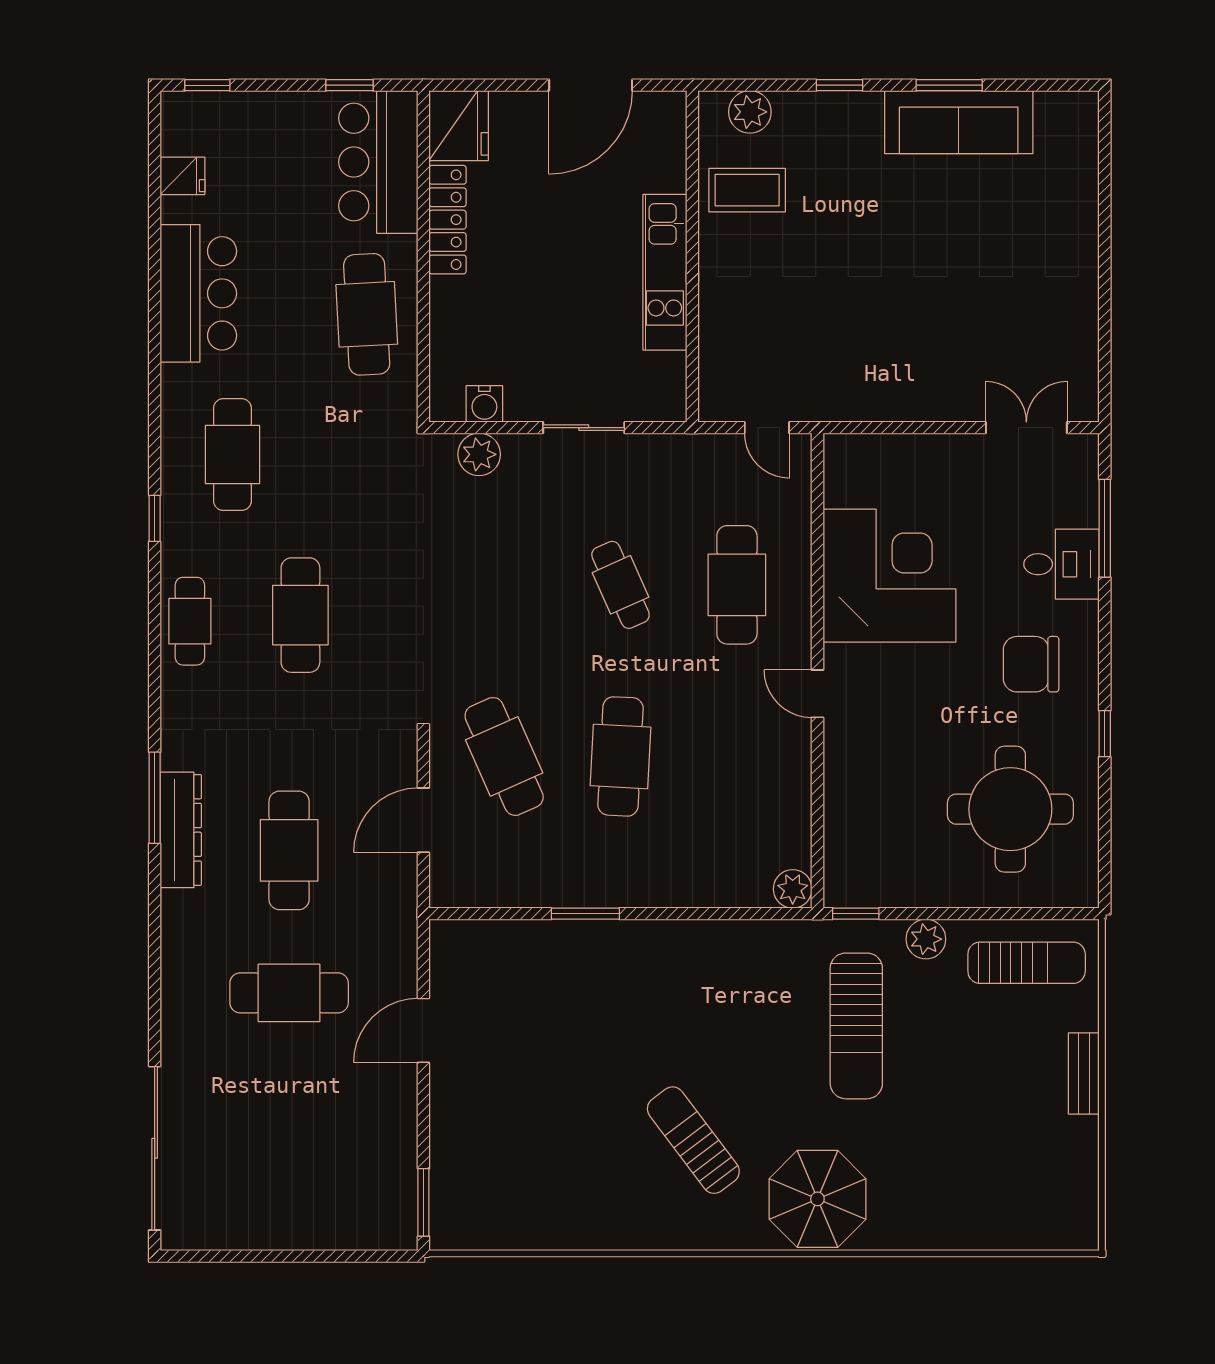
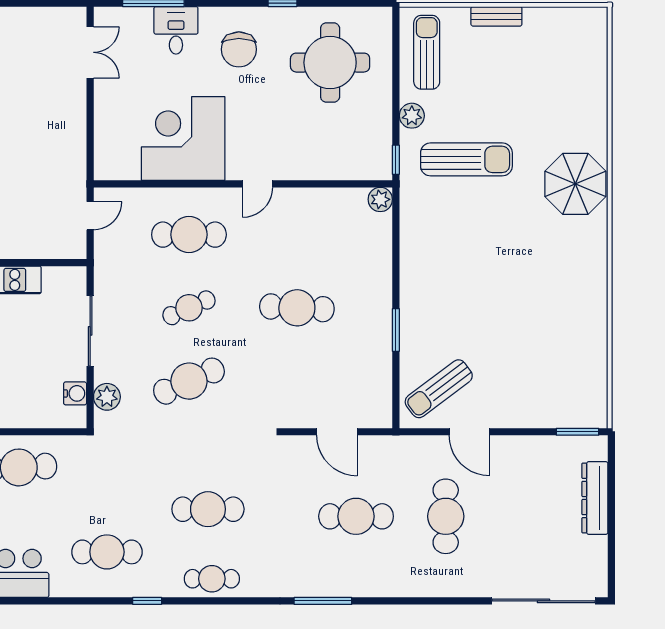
sliding door: (584, 428) -> (90, 331), width x1.37
double door: (1026, 428) -> (90, 52), swing flipped
cafe table: (504, 756) -> (189, 381), moved
dresser: (181, 830) -> (595, 498), moved, turned -90
sun lounger: (693, 1140) -> (439, 389), moved

